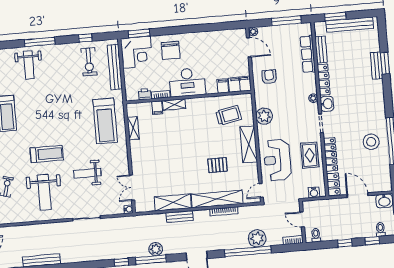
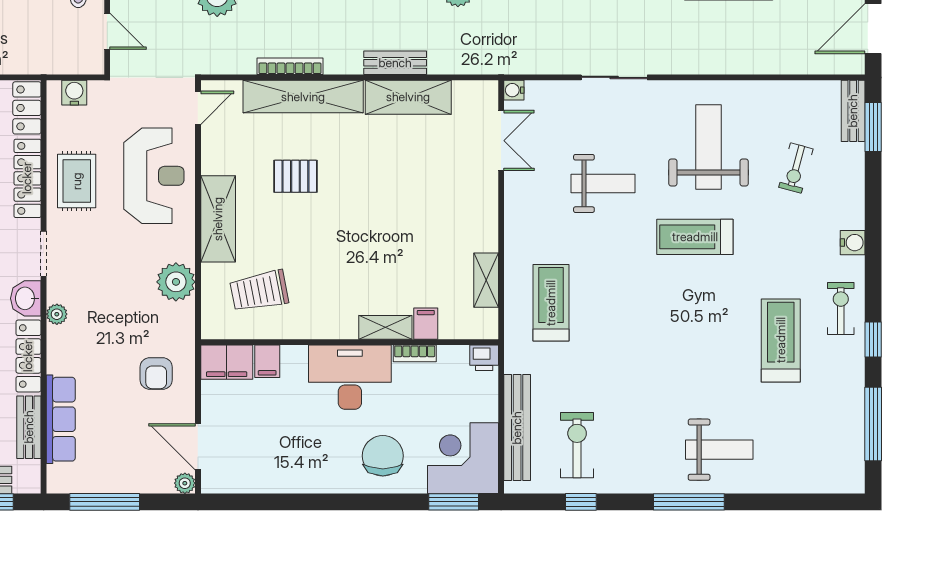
weight bench: (29, 65) -> (719, 450), turned 90
printer: (145, 94) -> (484, 358), moved
treadmill: (105, 121) -> (551, 303), width x0.73, depth x0.73

